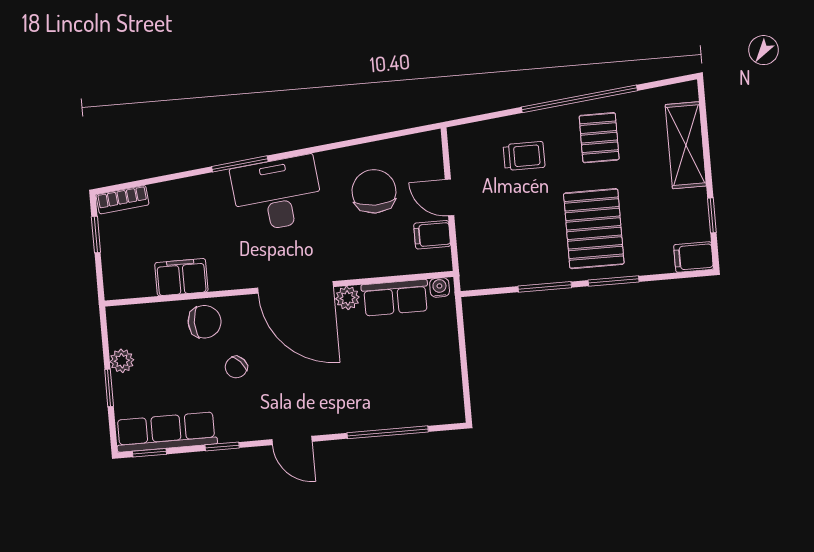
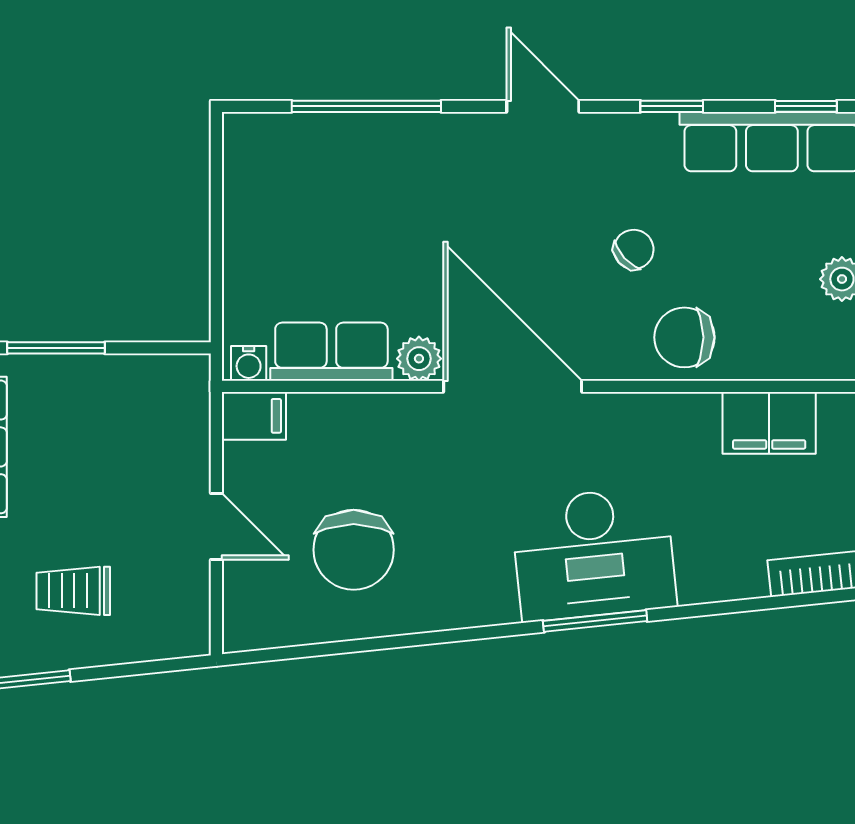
desk: (277, 194) -> (594, 554), moved
filing cabinet: (432, 235) -> (254, 416), moved
filing cabinet: (181, 277) -> (769, 423), moved

